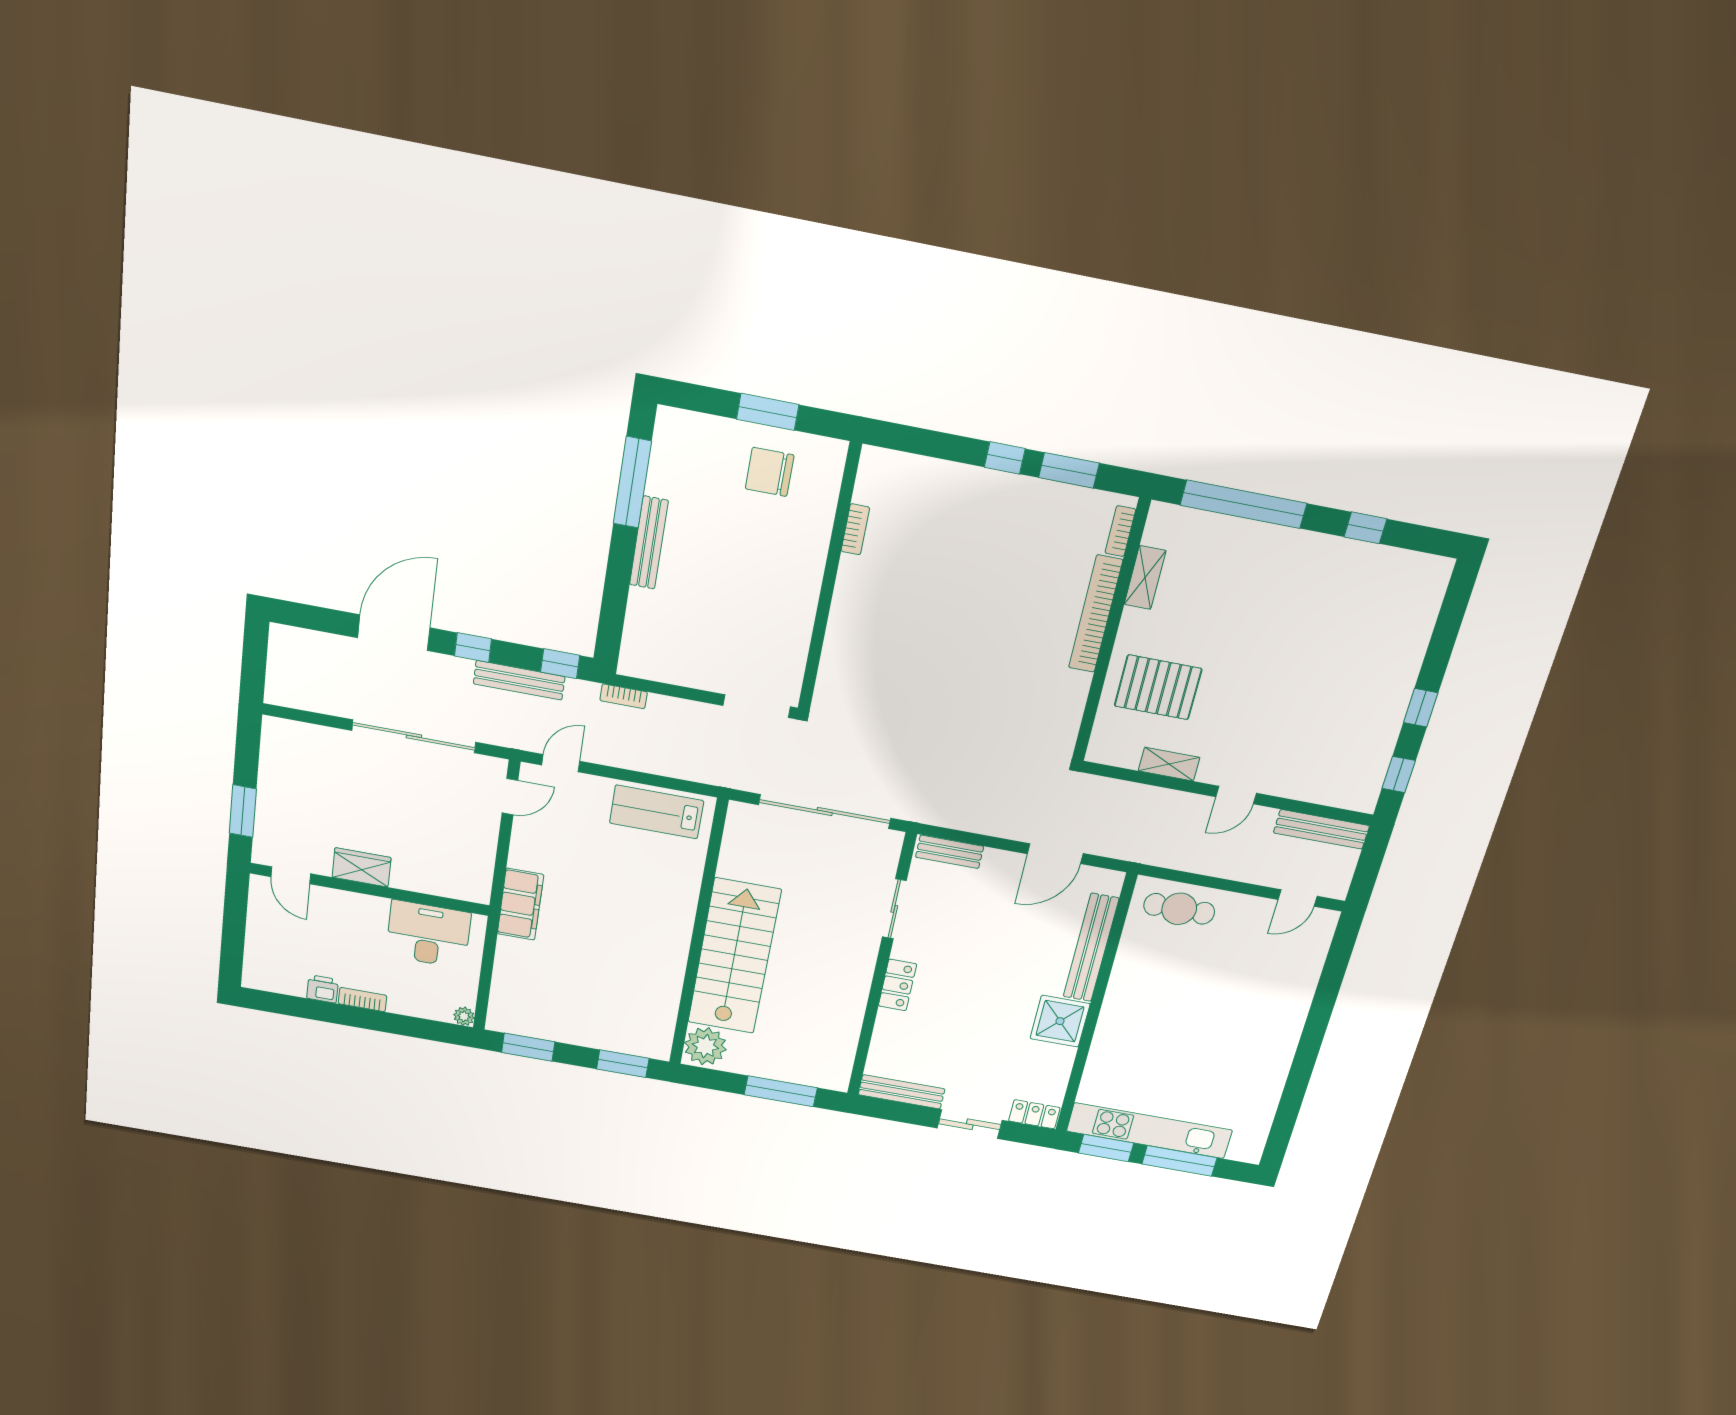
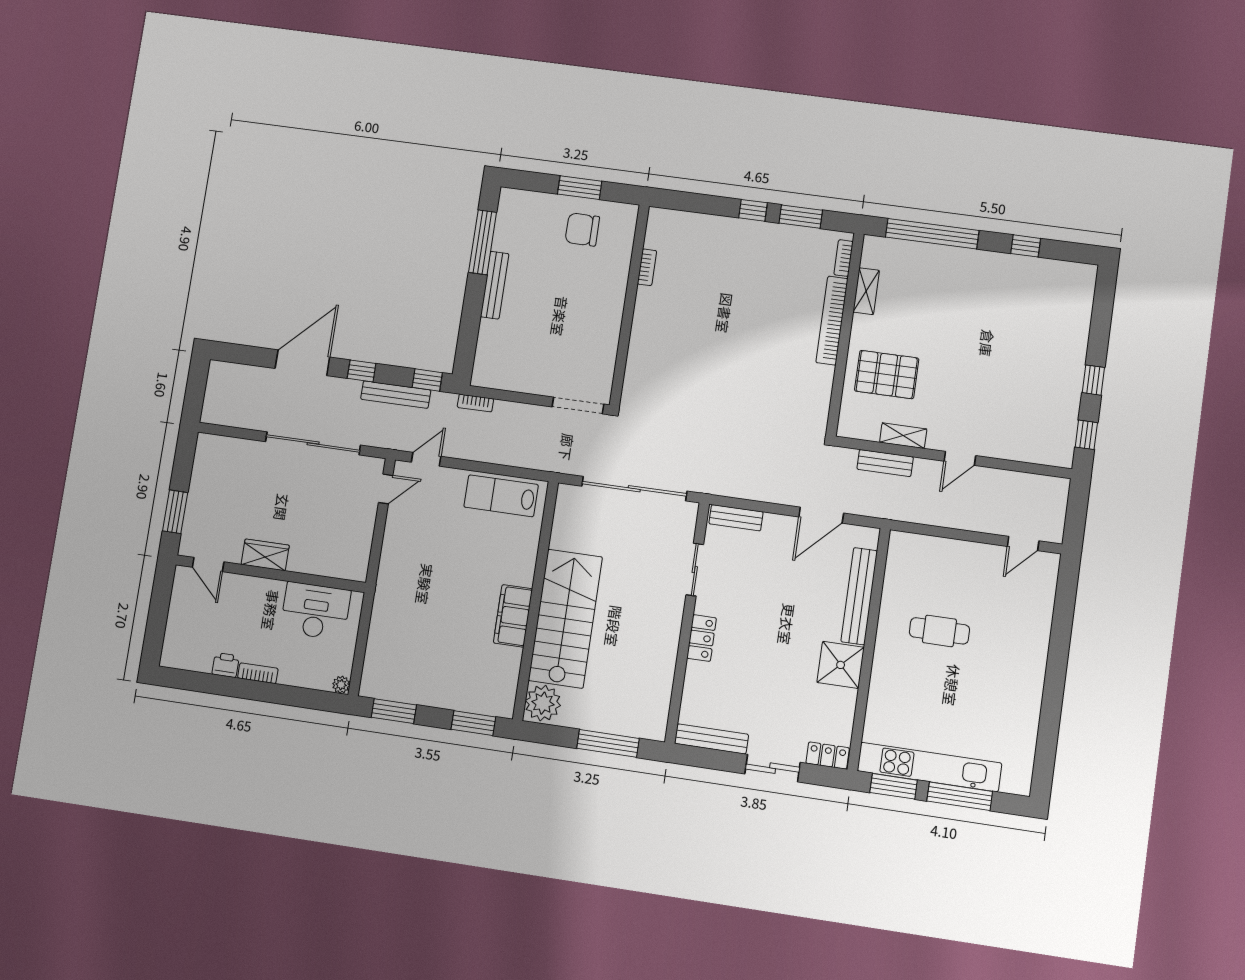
bench: (1321, 829) -> (885, 463), moved, width x0.73
filing cabinet: (520, 904) -> (513, 616), moved, turned 180
cafe table: (1179, 909) -> (939, 631), moved

